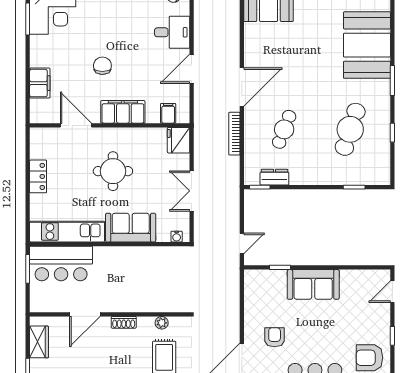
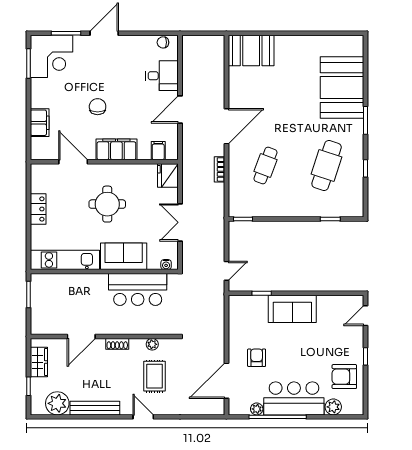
bookcase: (234, 134) -> (219, 169), width x0.64
dresser: (274, 177) -> (257, 210), removed
bar counter: (61, 263) -> (138, 289), moved

